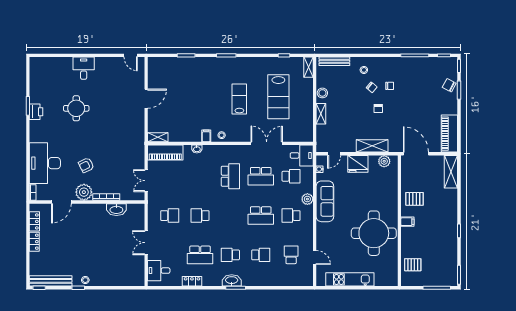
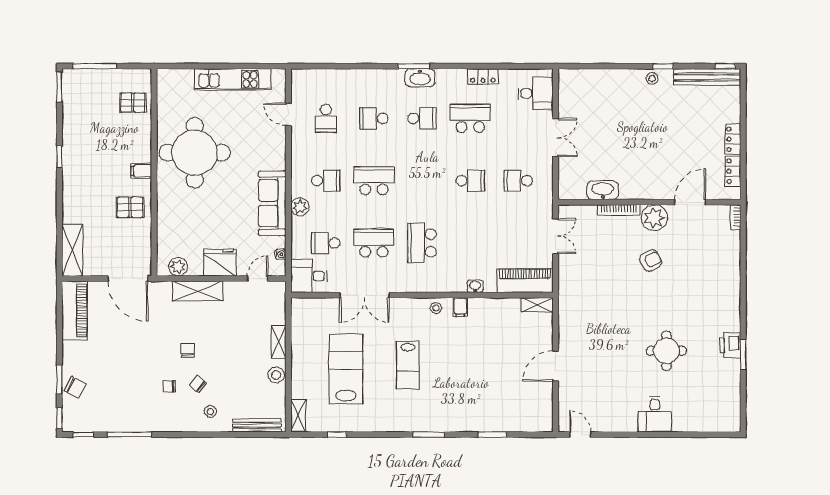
desk: (45, 163) -> (716, 264), removed

